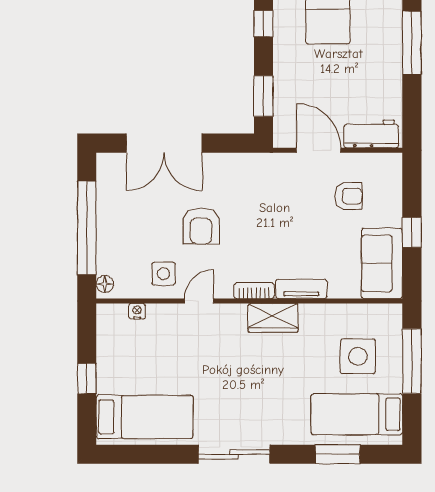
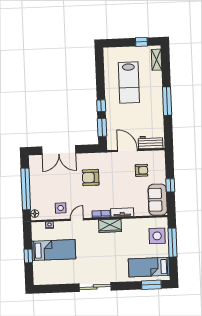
window: (263, 24) -> (101, 106), moved
armchair: (201, 226) -> (91, 178), moved, turned 90
side table: (358, 356) -> (157, 236), moved
bed: (145, 417) -> (54, 250), moved
window: (338, 454) -> (151, 285), moved

